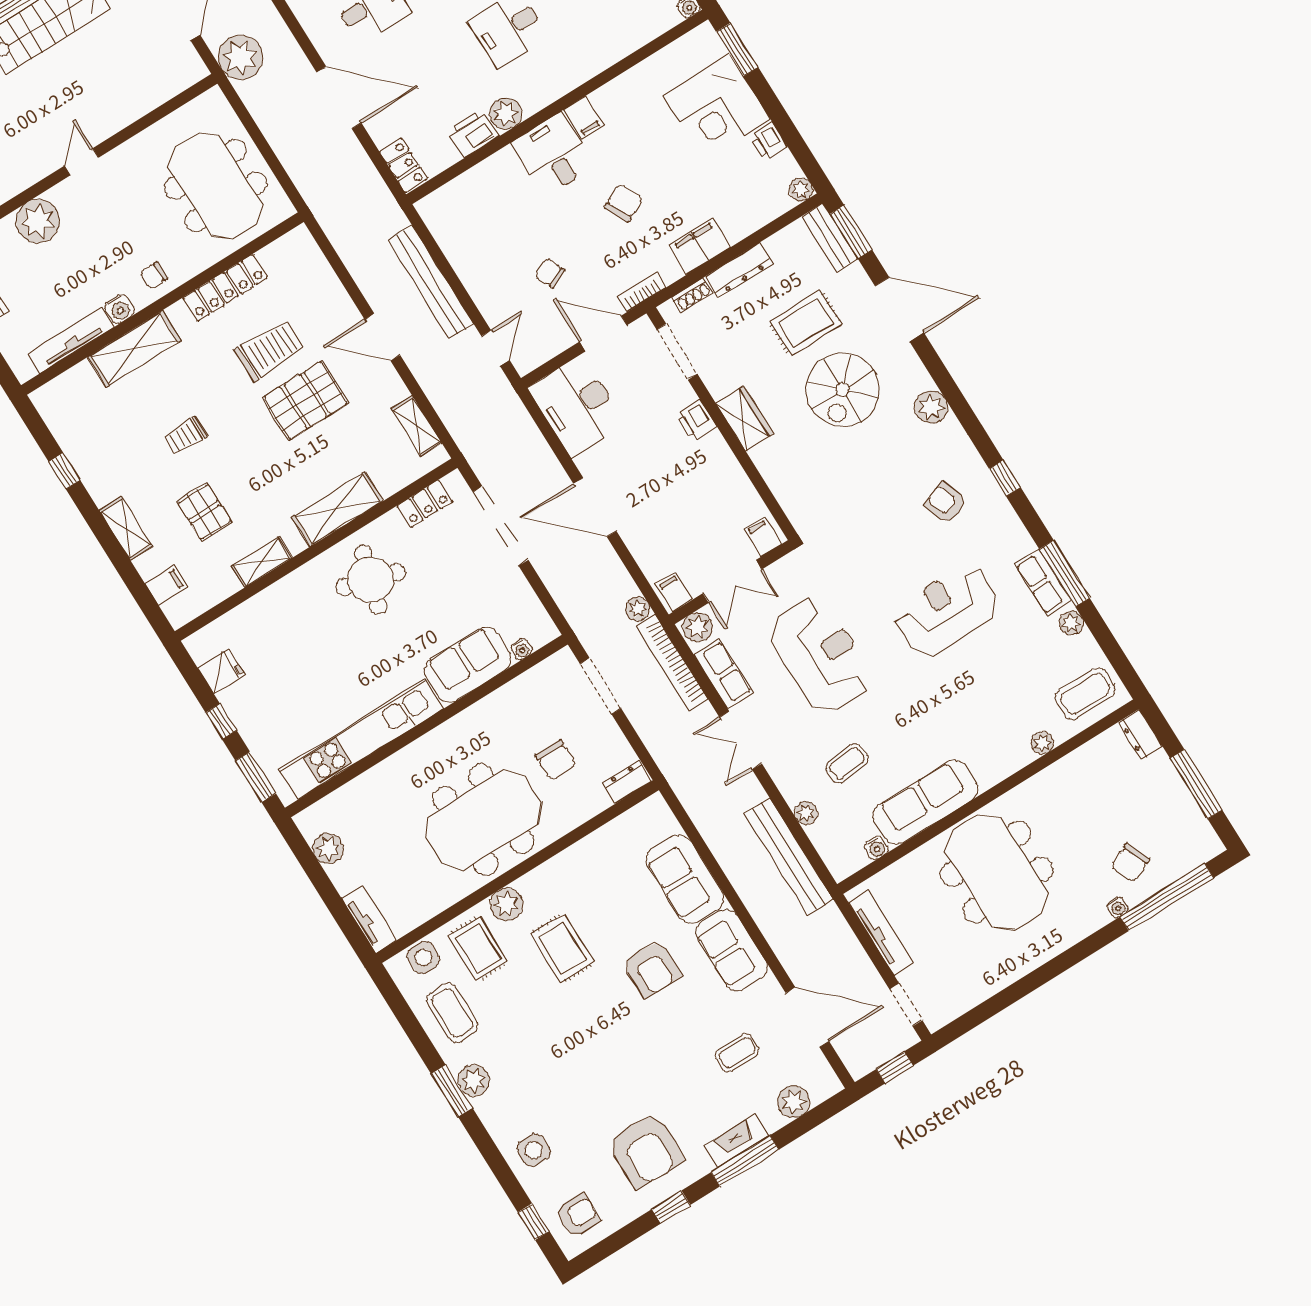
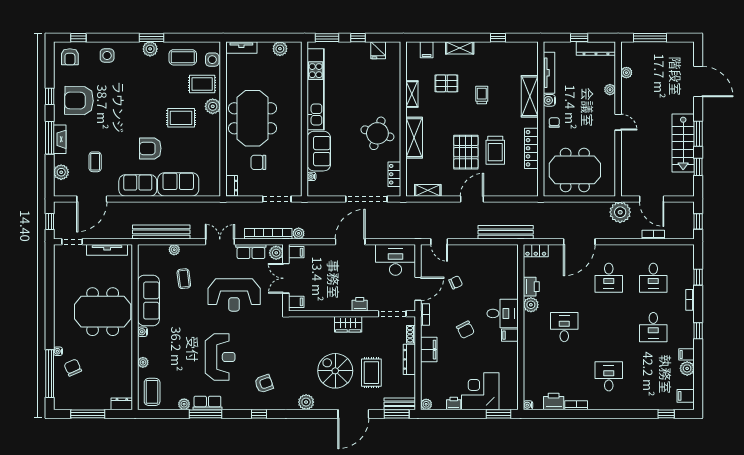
plant: (38, 221) -> (610, 90), width x0.53, depth x0.53
bench: (431, 282) -> (506, 232), moved
water cooler: (876, 848) -> (143, 332), moved

